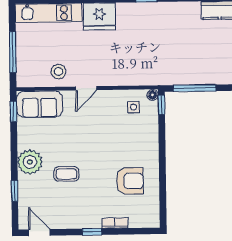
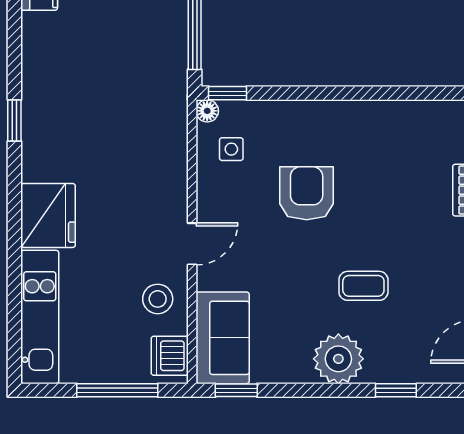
dishwasher: (30, 78) -> (170, 356), added
door: (86, 88) -> (192, 244), hinge flipped
coffee table: (66, 174) -> (363, 286), turned 90
armchair: (130, 181) -> (307, 193), moved

